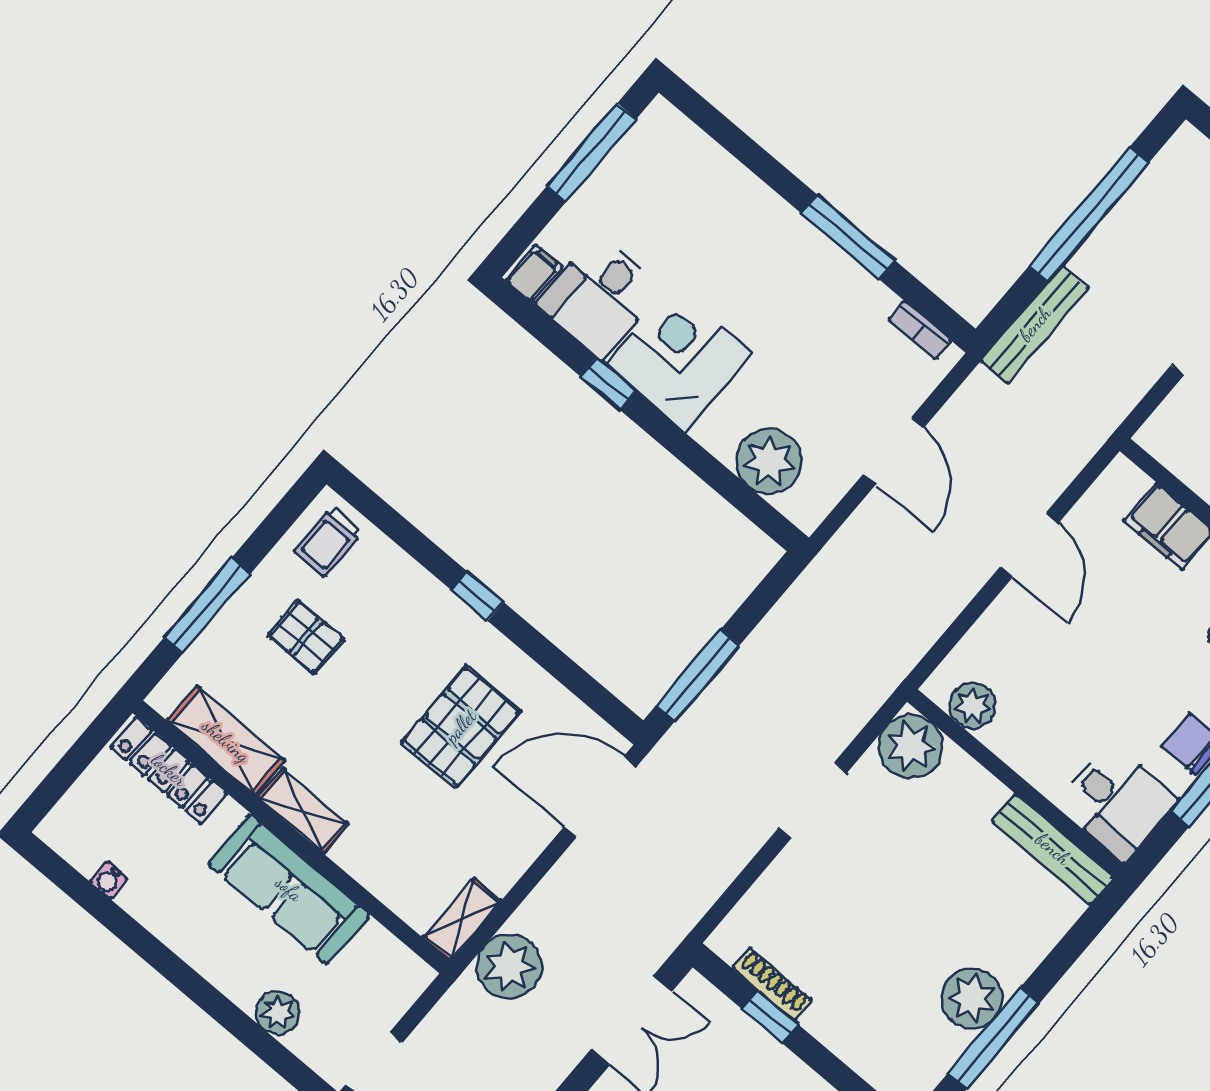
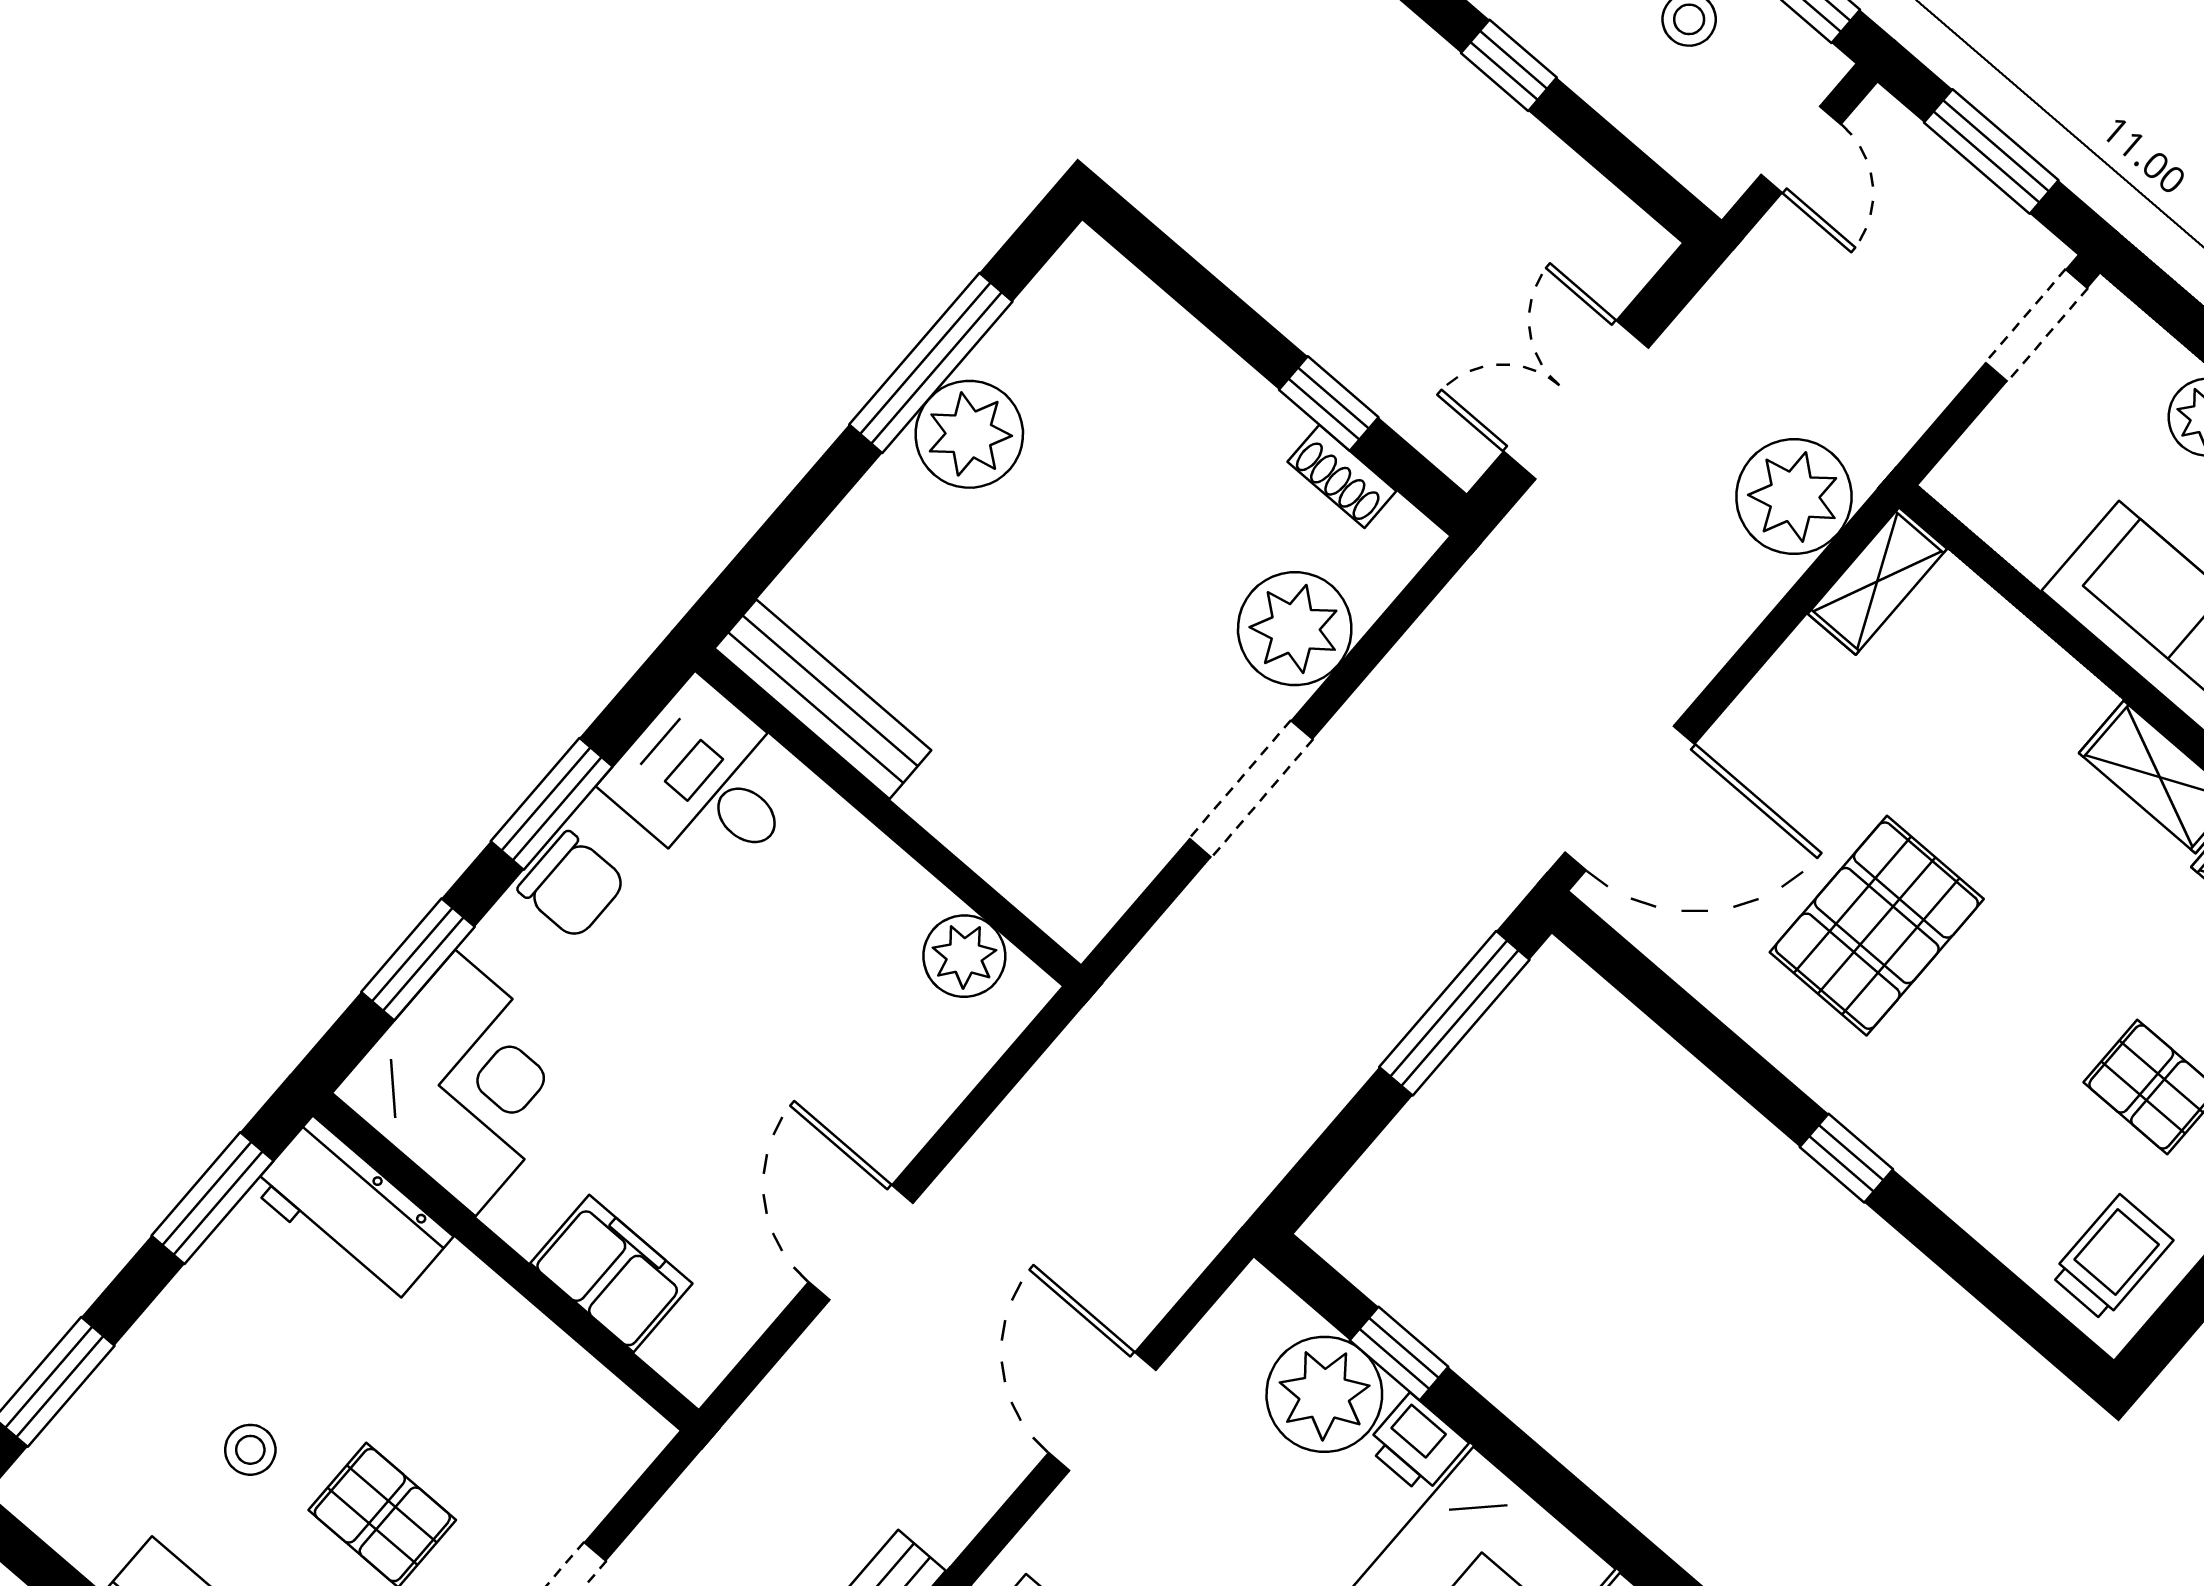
window: (608, 384) -> (1399, 1353), moved
printer: (717, 434) -> (1417, 1444), added
plant: (911, 747) -> (1295, 629), moved
shoe rack: (772, 984) -> (1342, 476), width x0.70

